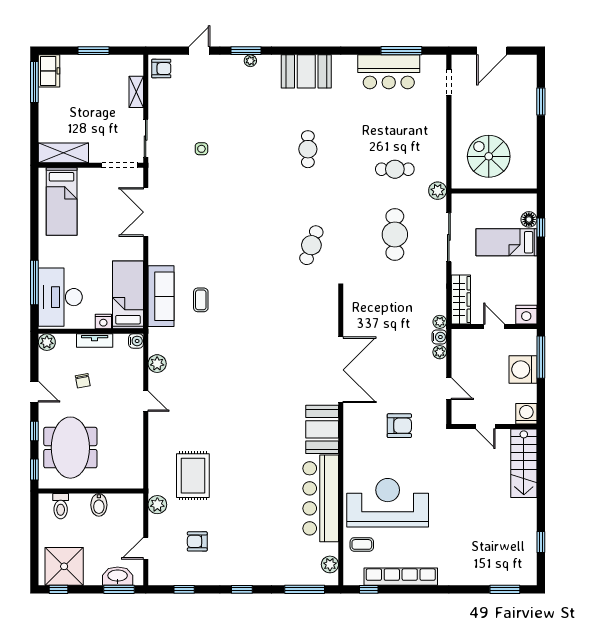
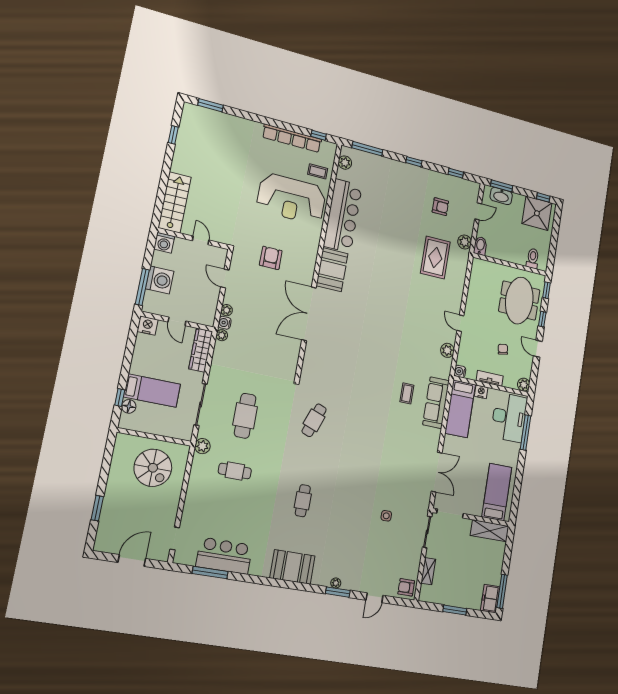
armchair: (399, 426) -> (271, 258), turned 90
bidet: (99, 505) -> (480, 246), moved

